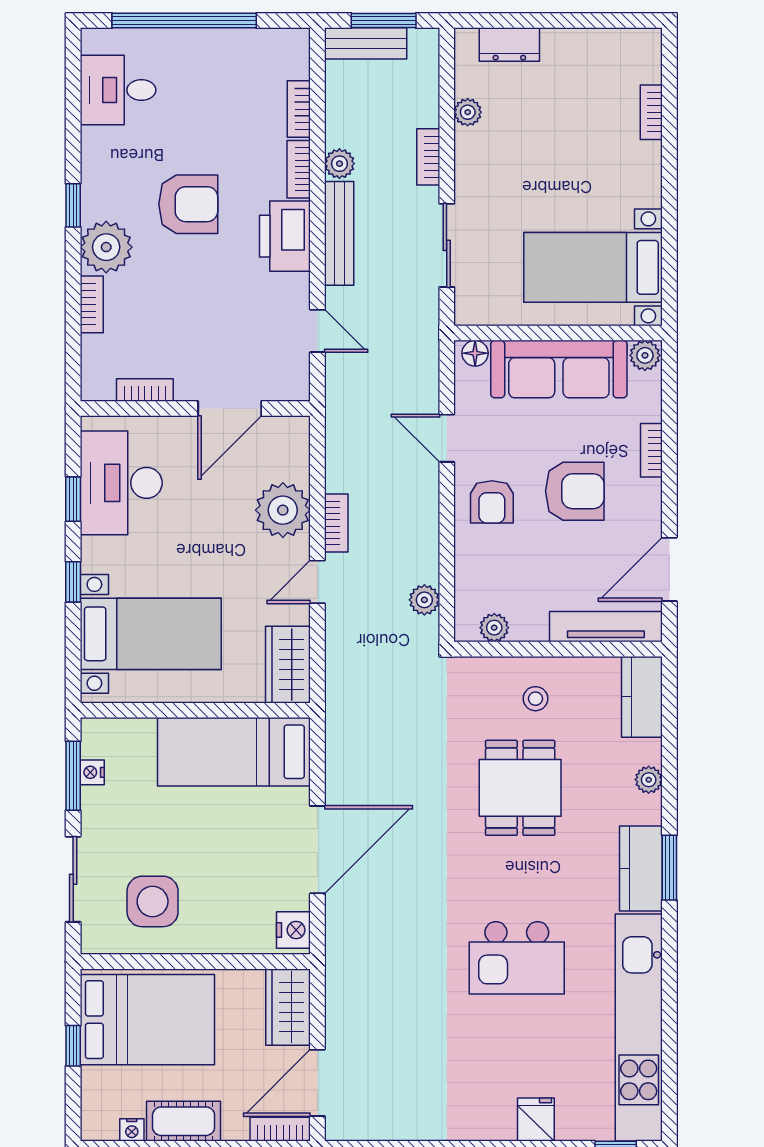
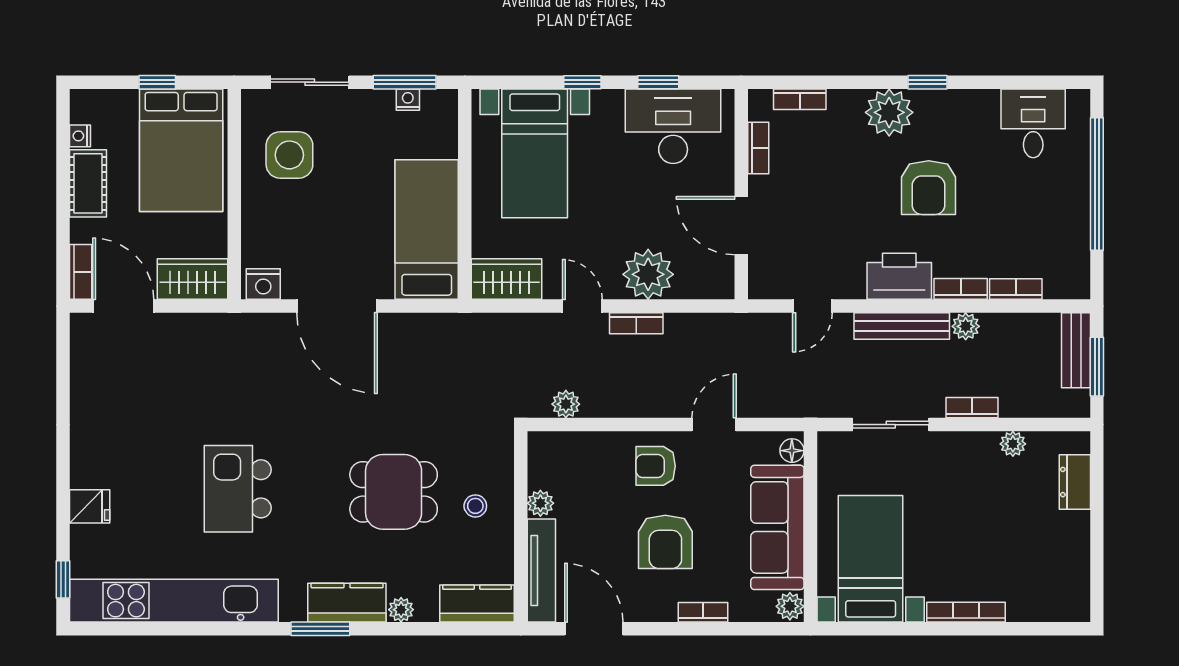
bookcase: (651, 112) -> (966, 612), moved, width x1.56
bookcase: (92, 304) -> (800, 99), moved
plant: (494, 628) -> (540, 503), moved
kitchen counter: (641, 868) -> (347, 603), moved

